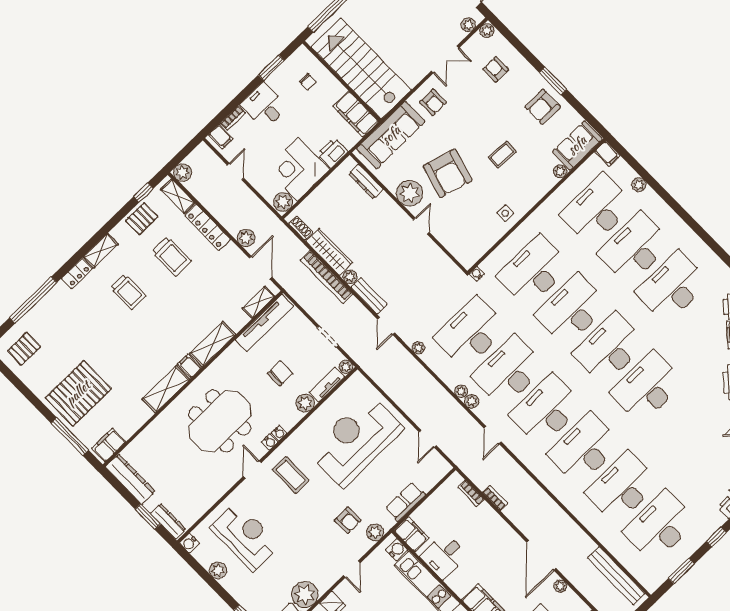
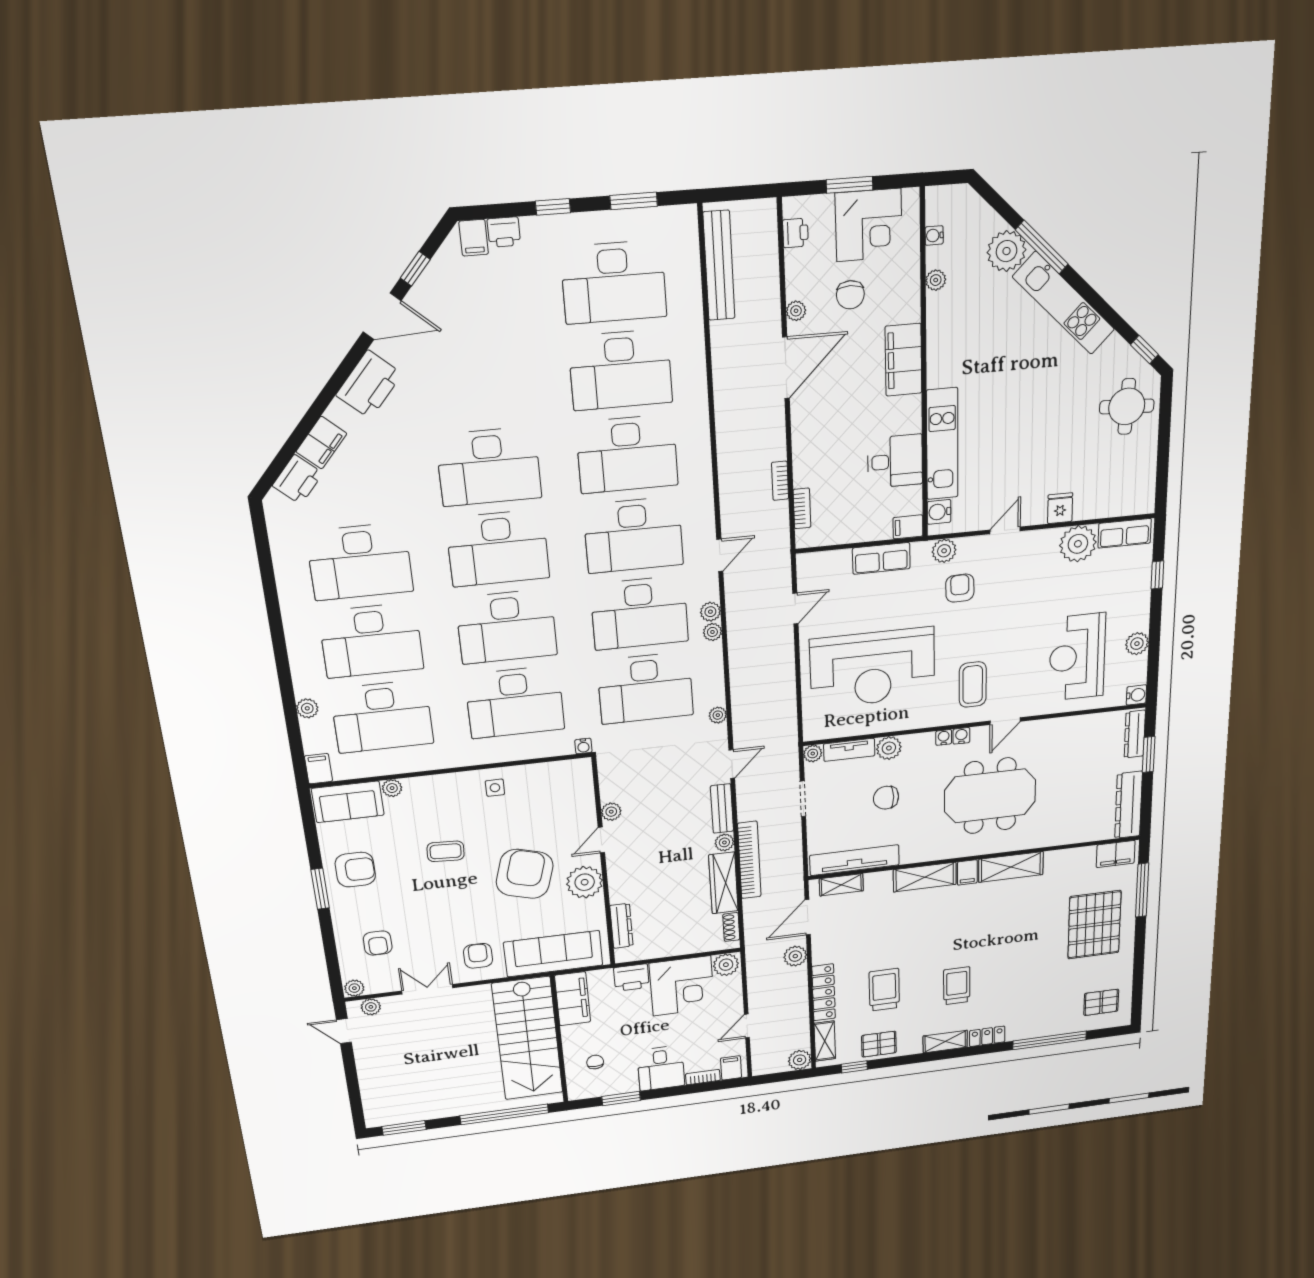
plant: (430, 247) -> (611, 812), added
pallet: (78, 393) -> (1094, 925), turned 90
filing cabinet: (411, 534) -> (908, 527), width x0.50

